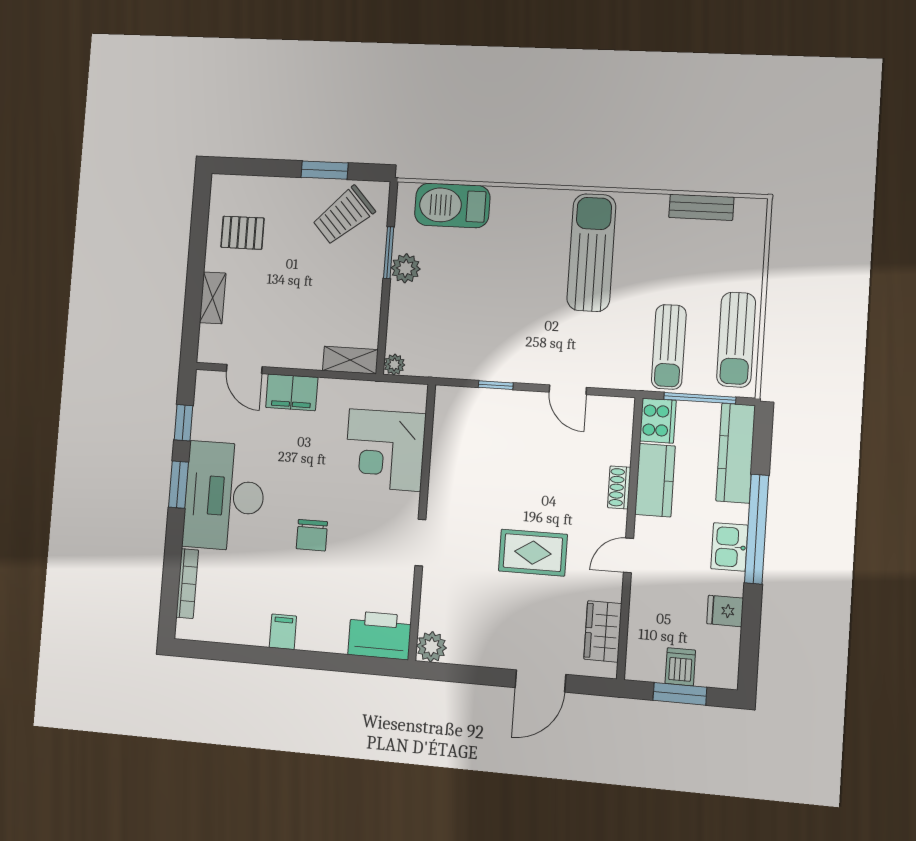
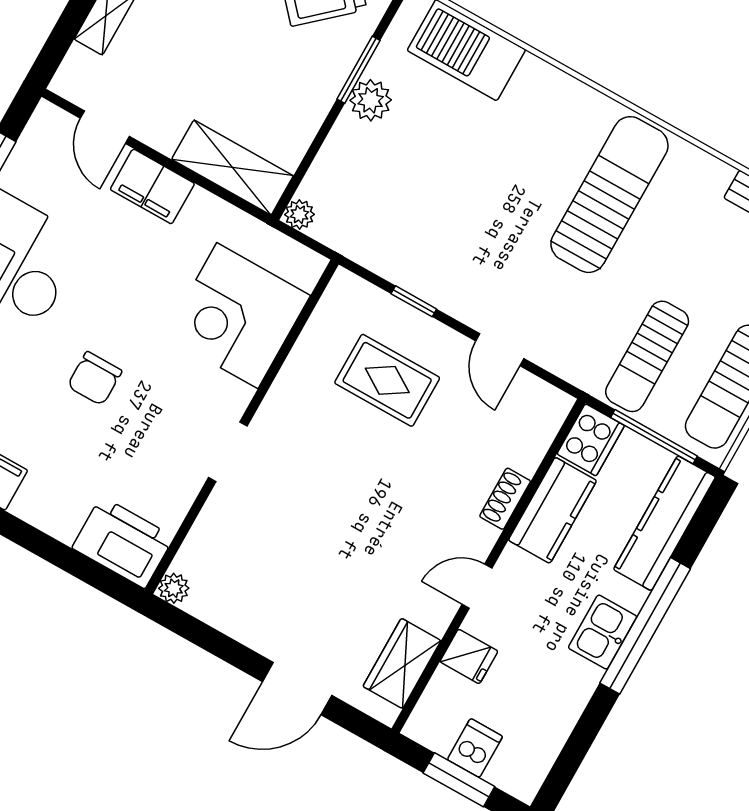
shelving: (350, 360) -> (232, 168), width x1.50, depth x1.33
rug: (533, 553) -> (387, 380), moved
fridge: (725, 611) -> (469, 656), moved, turned 180
plant: (431, 647) -> (174, 588), width x0.73, depth x0.73

